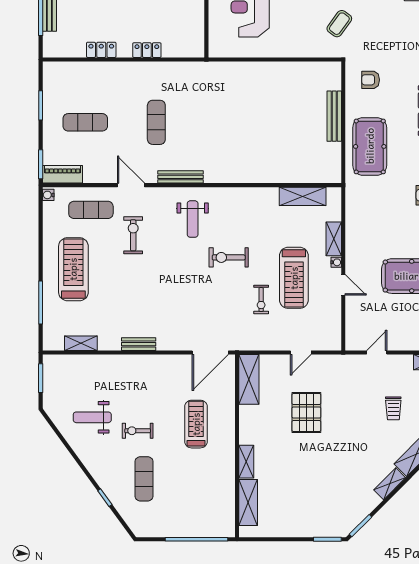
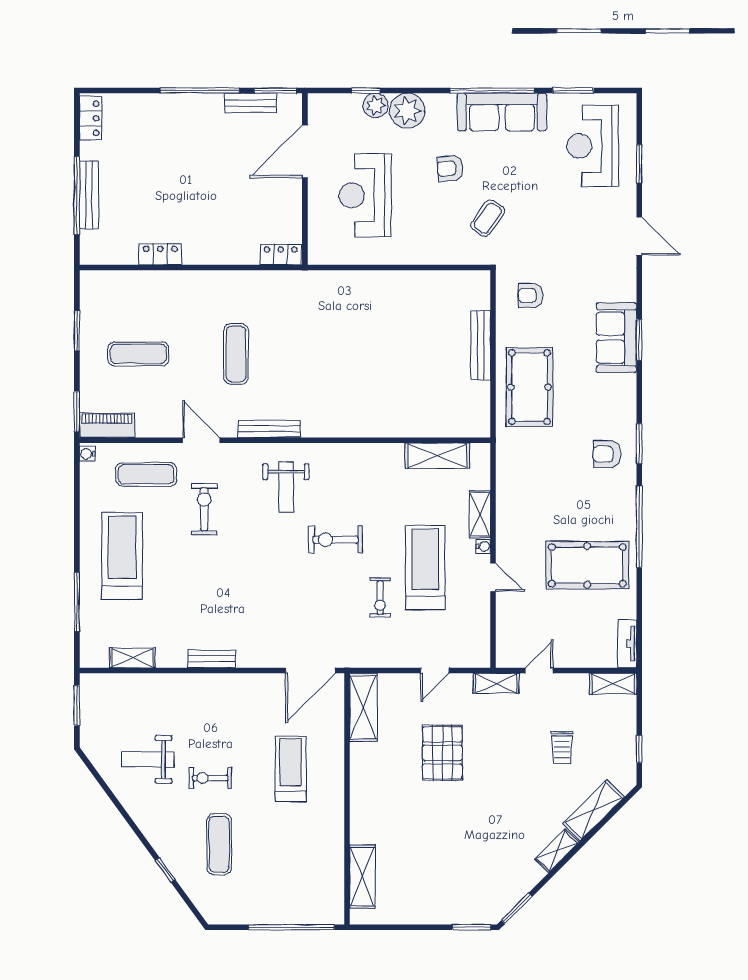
locker: (147, 50) -> (281, 255), moved
treadmill: (294, 278) -> (425, 568), turned 180
shelving: (246, 462) -> (496, 683), moved, turned 90

